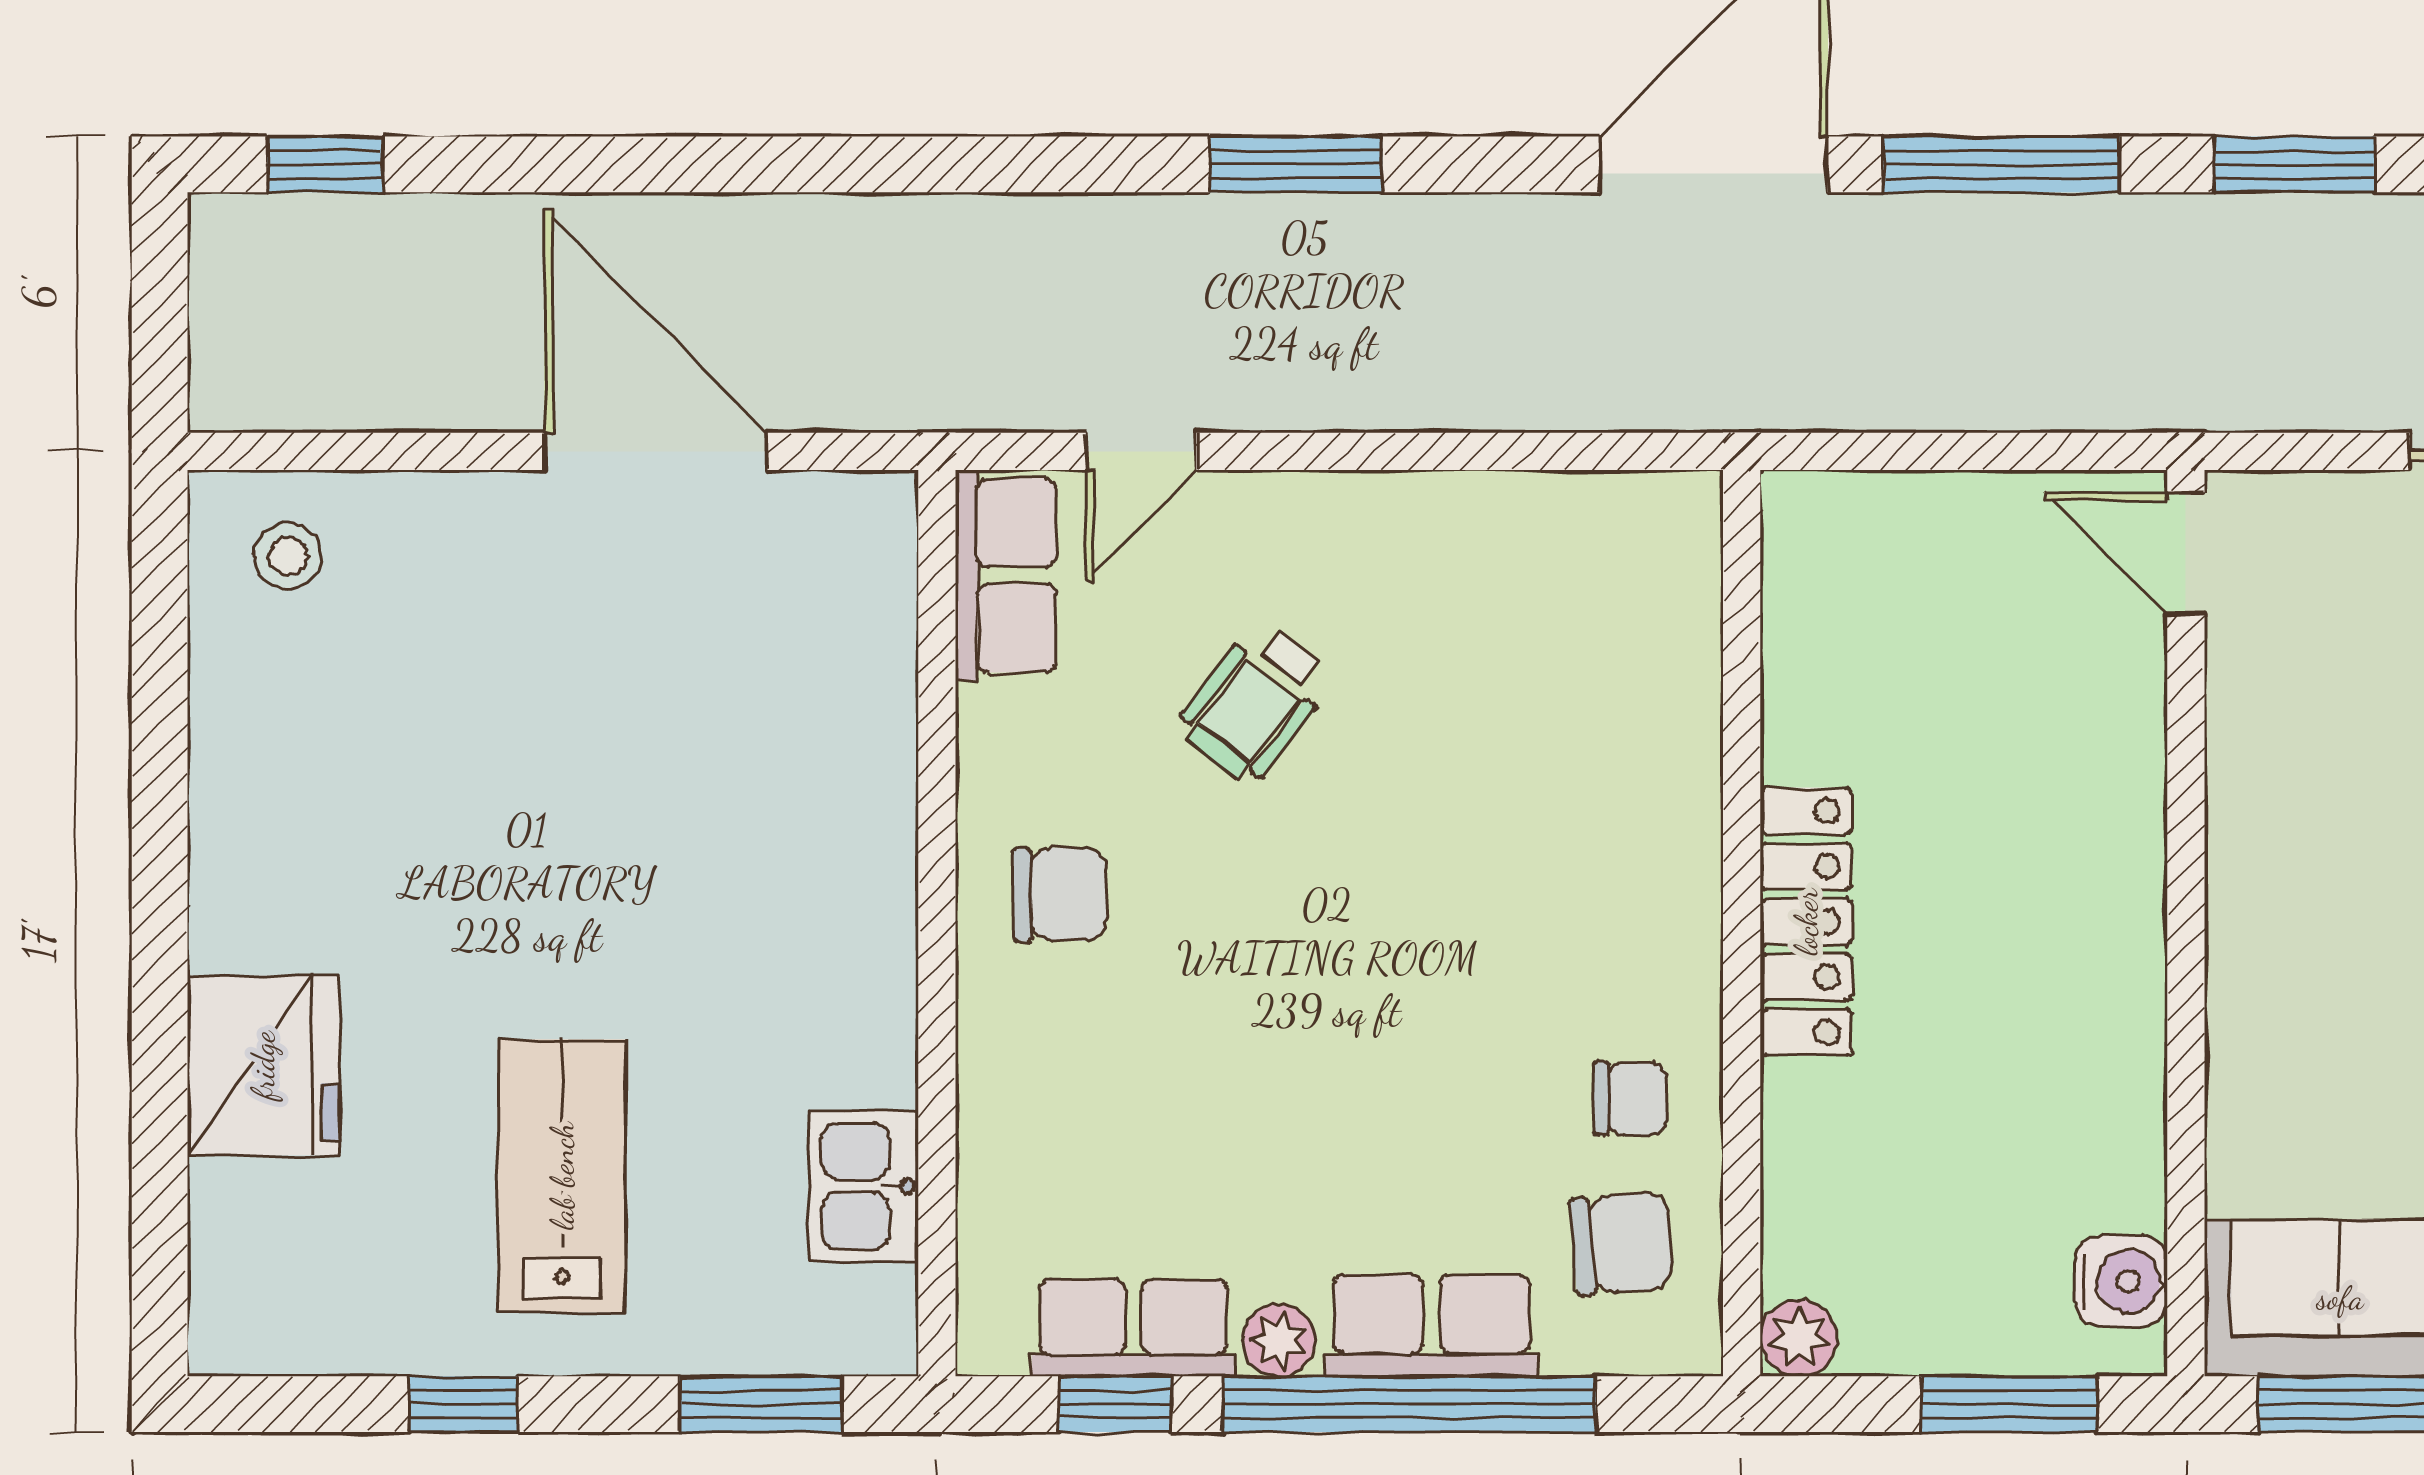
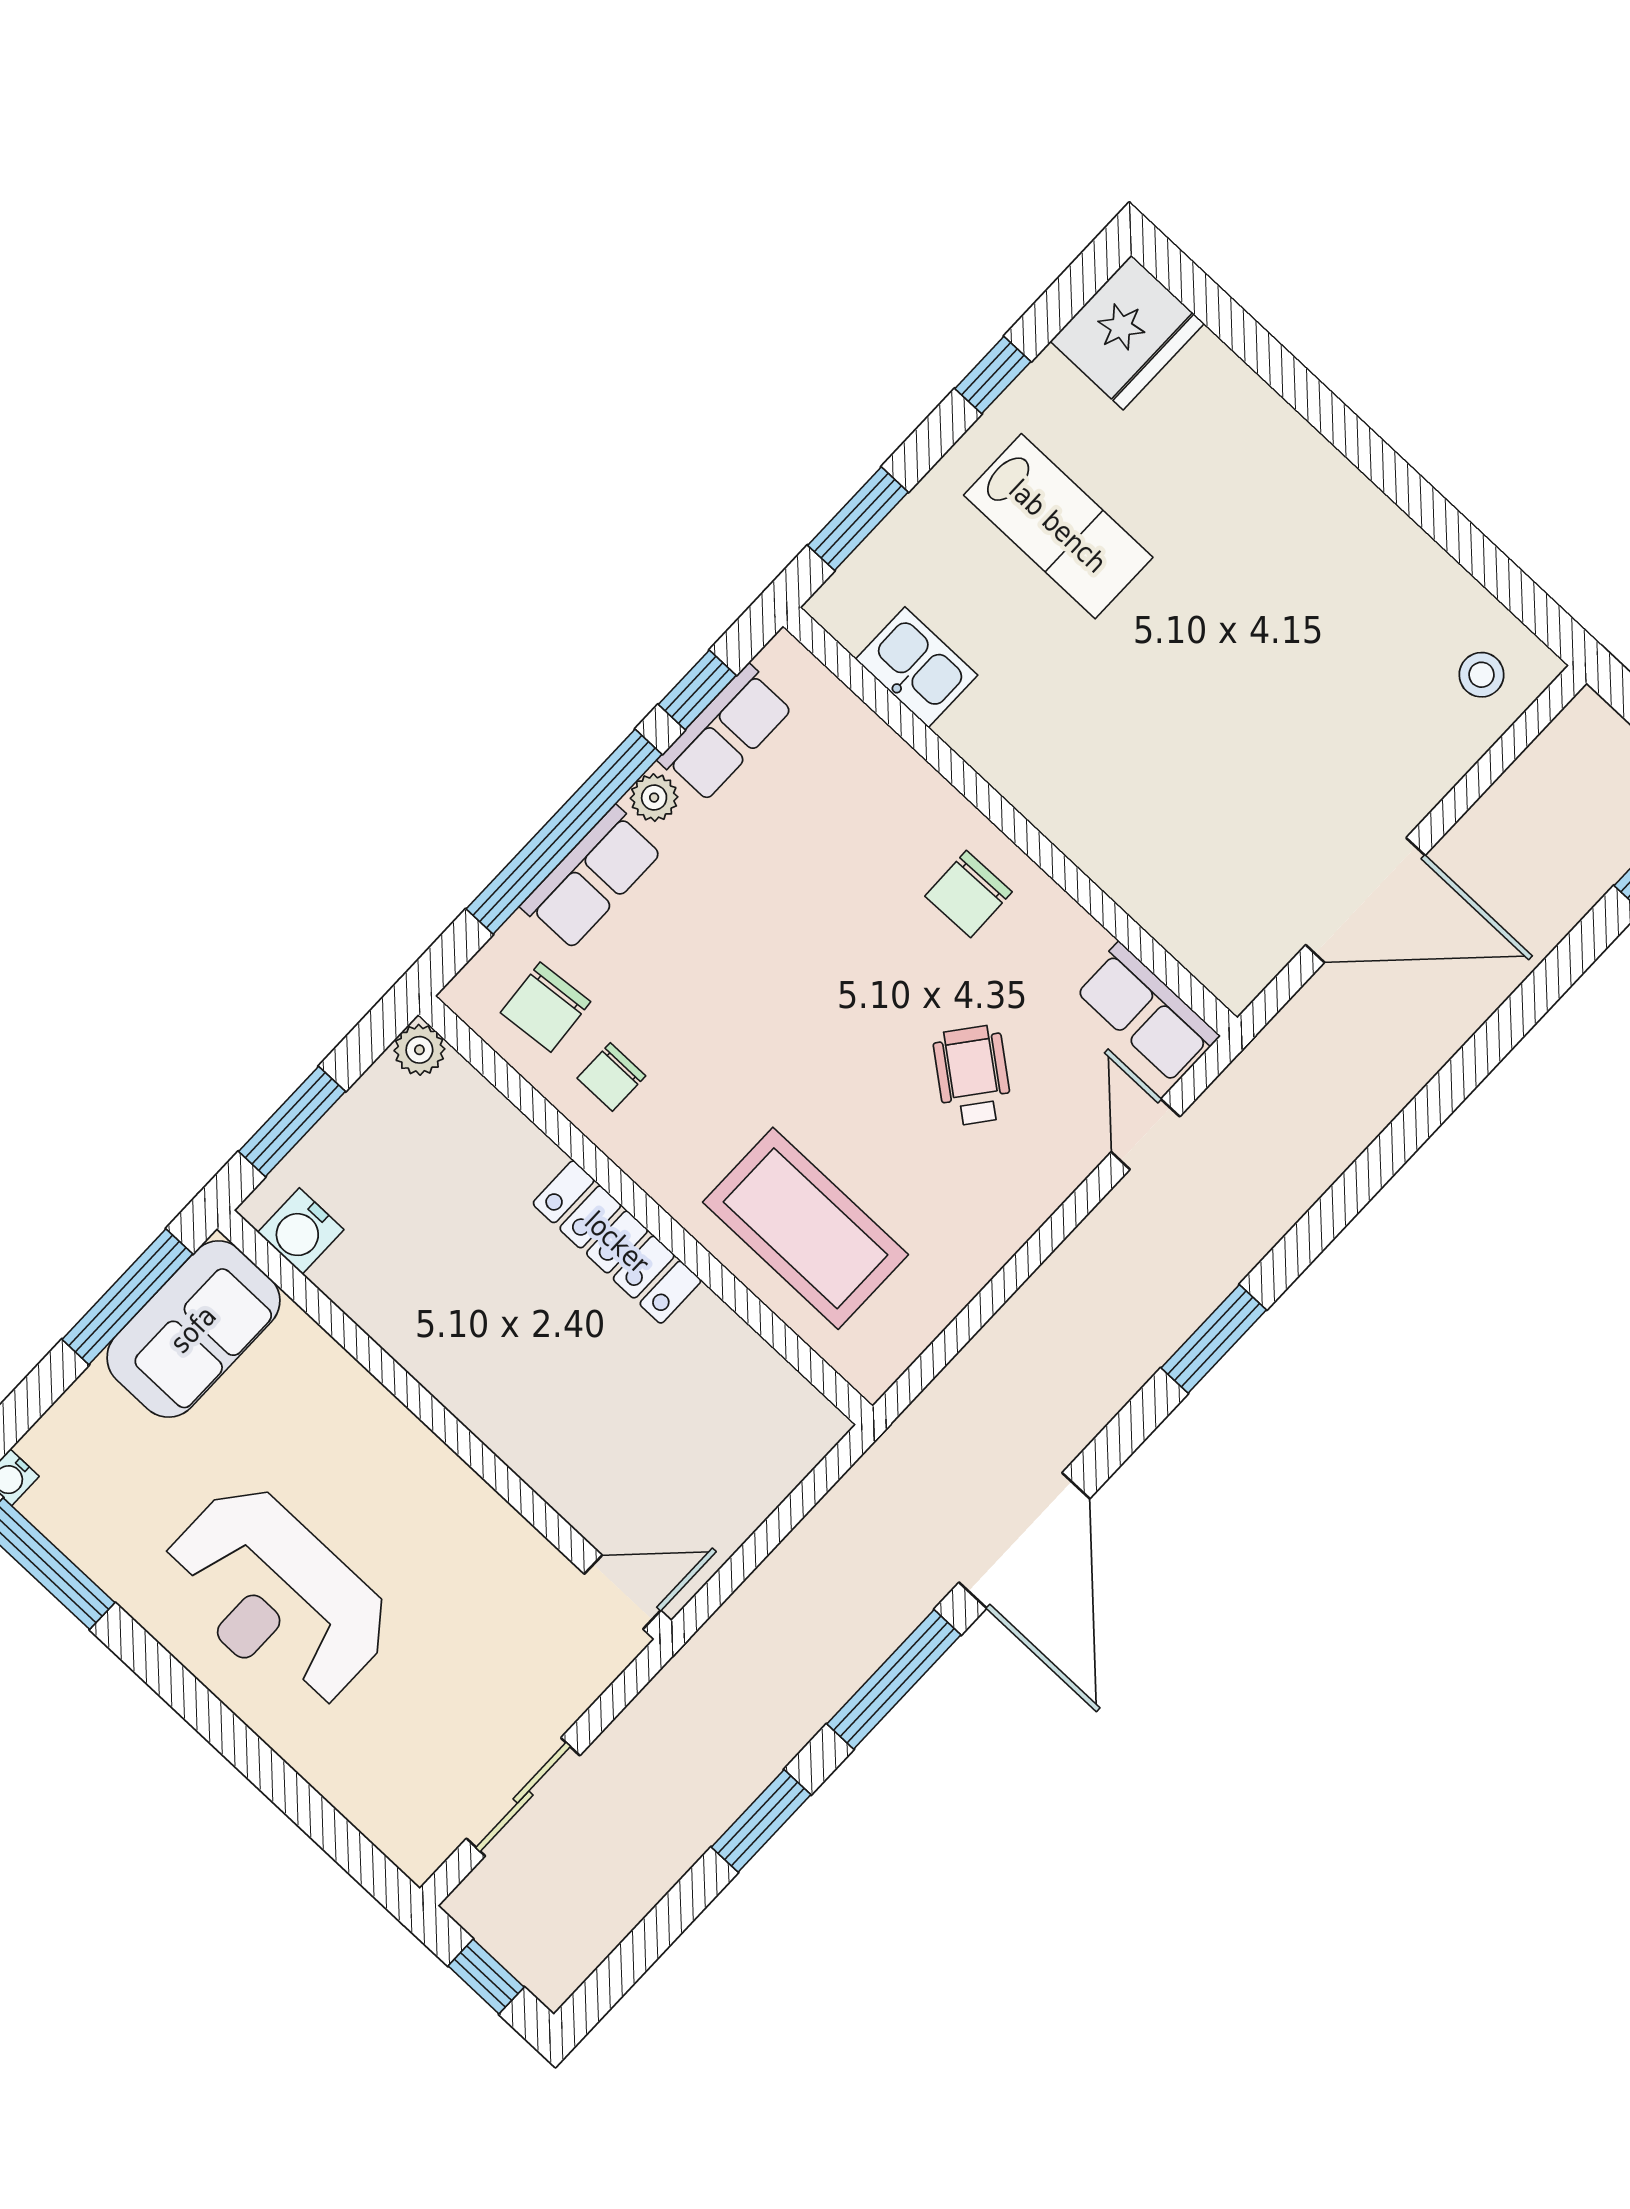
coffee table: (1596, 728) -> (806, 1228), added
fridge: (263, 1065) -> (1127, 332), moved, turned -90

